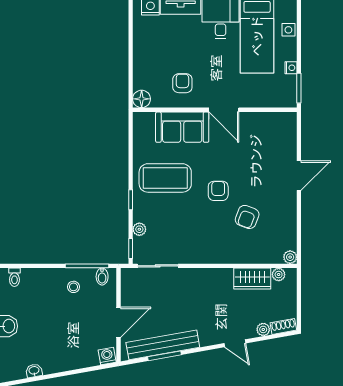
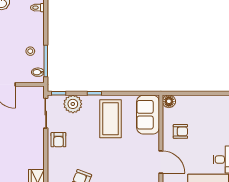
door: (224, 110) -> (161, 162), swing flipped
sofa: (182, 127) -> (148, 115), moved
armchair: (218, 191) -> (58, 140), moved, turned 90
plant: (139, 229) -> (73, 104), width x1.87, depth x1.87

